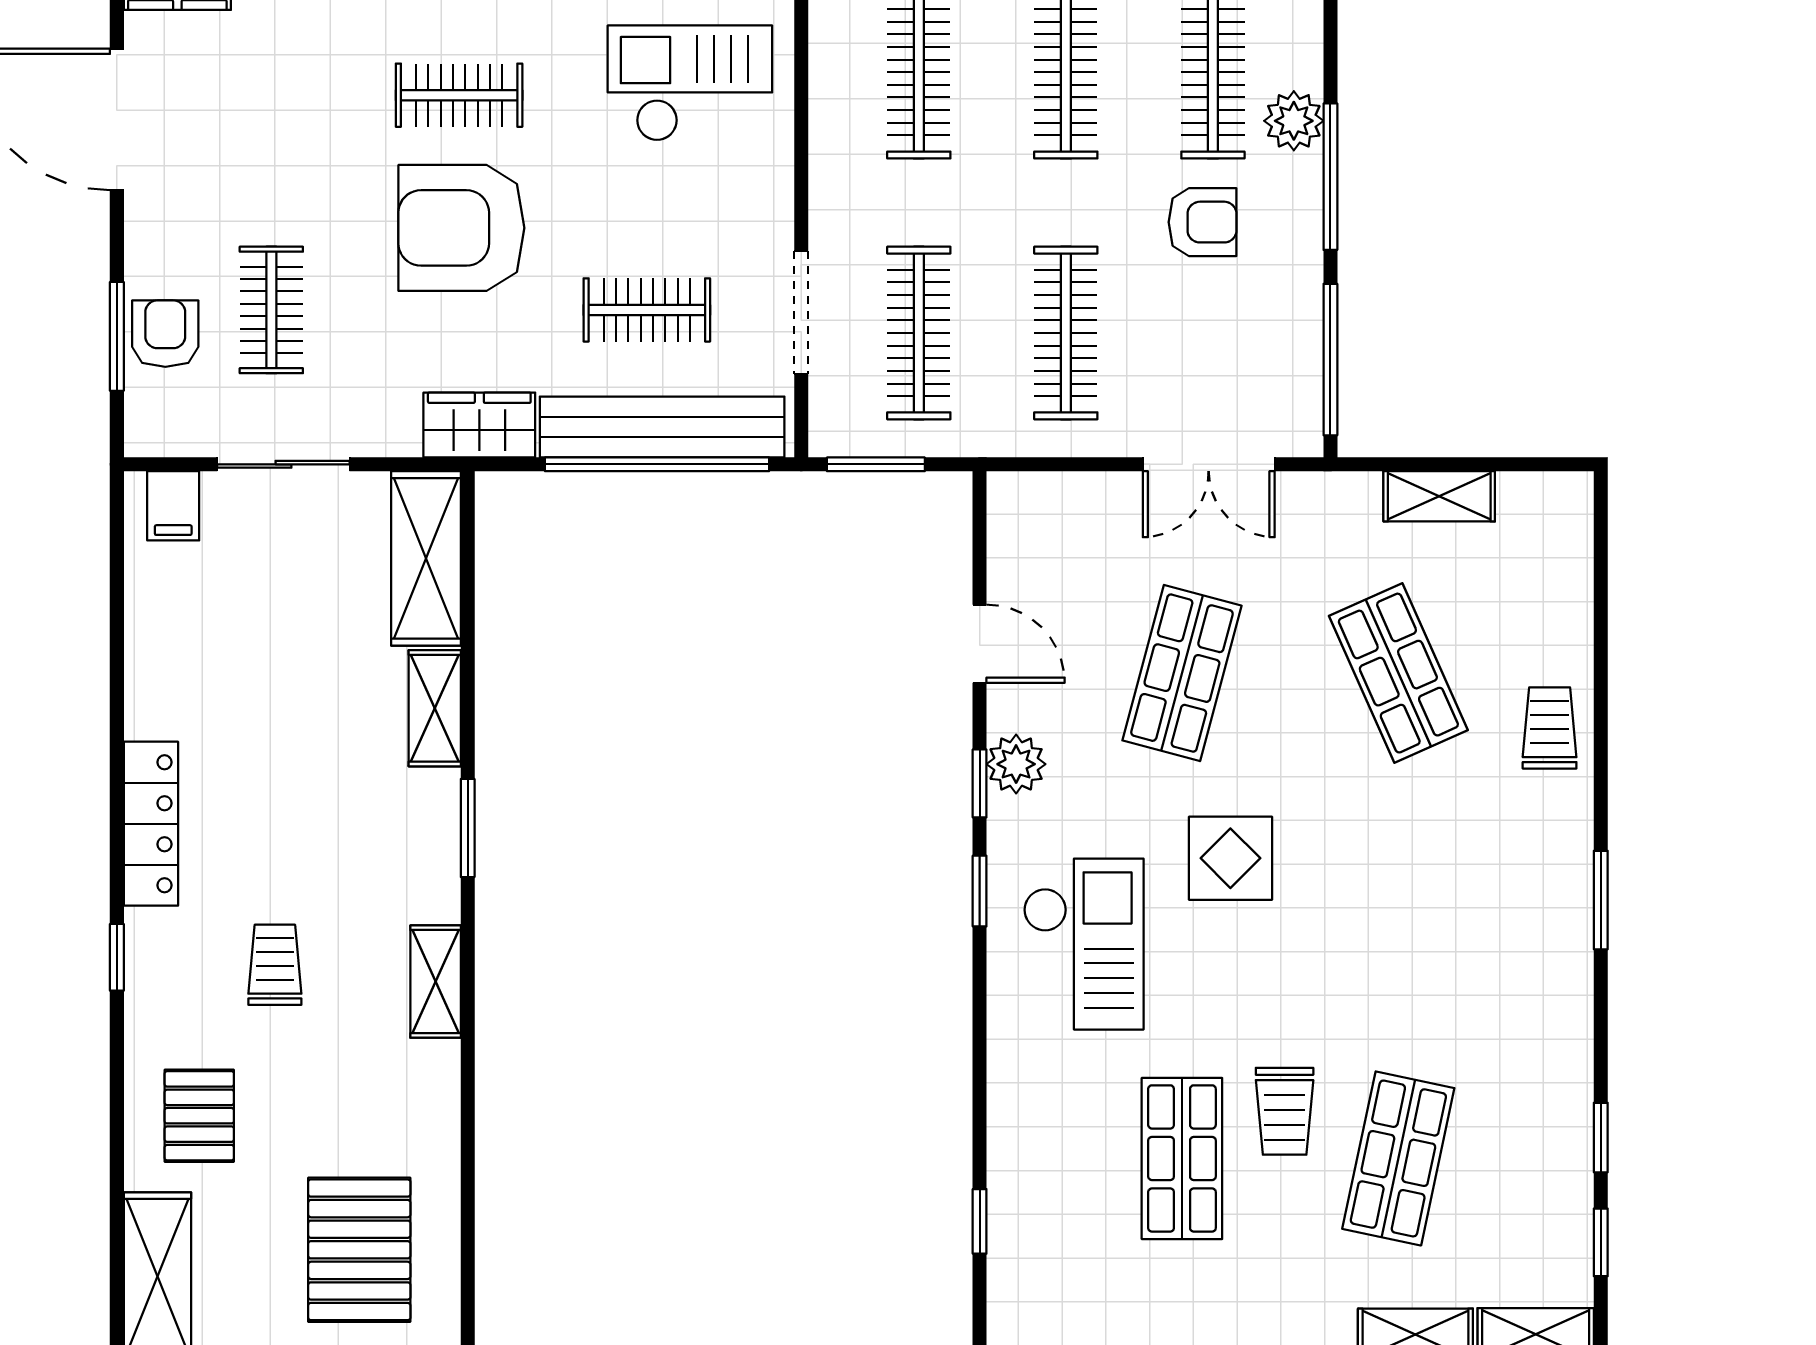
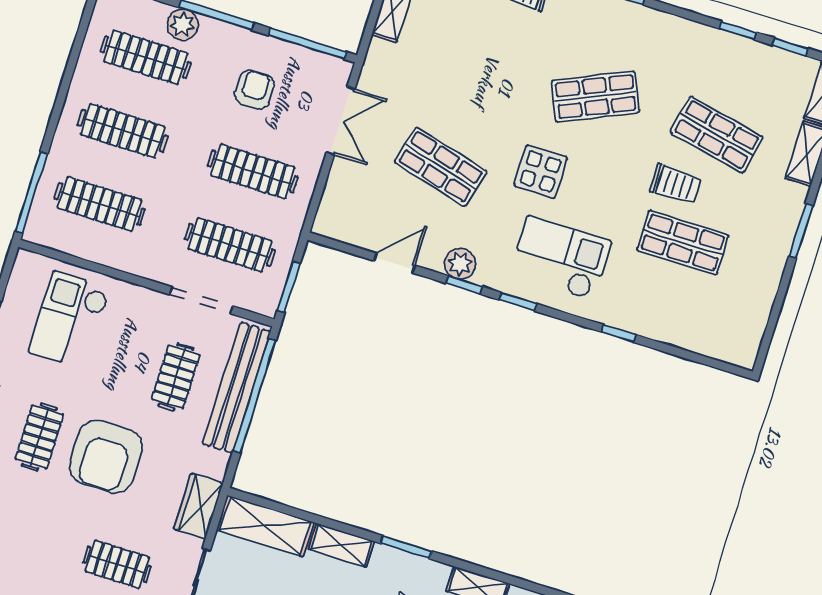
armchair: (1203, 222) -> (254, 90), moved
wardrobe: (479, 425) -> (198, 506), moved
shop shelf: (1398, 673) -> (596, 97), moved
window: (980, 1221) -> (618, 333), moved

